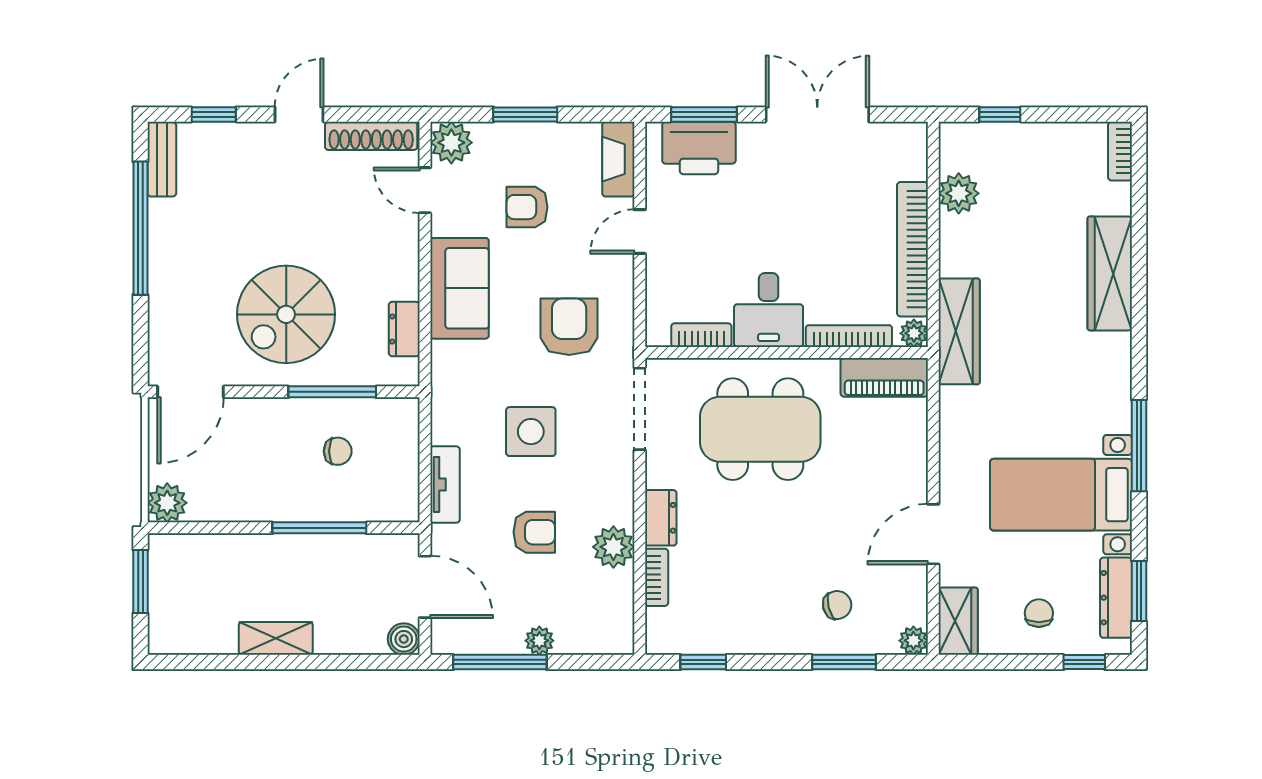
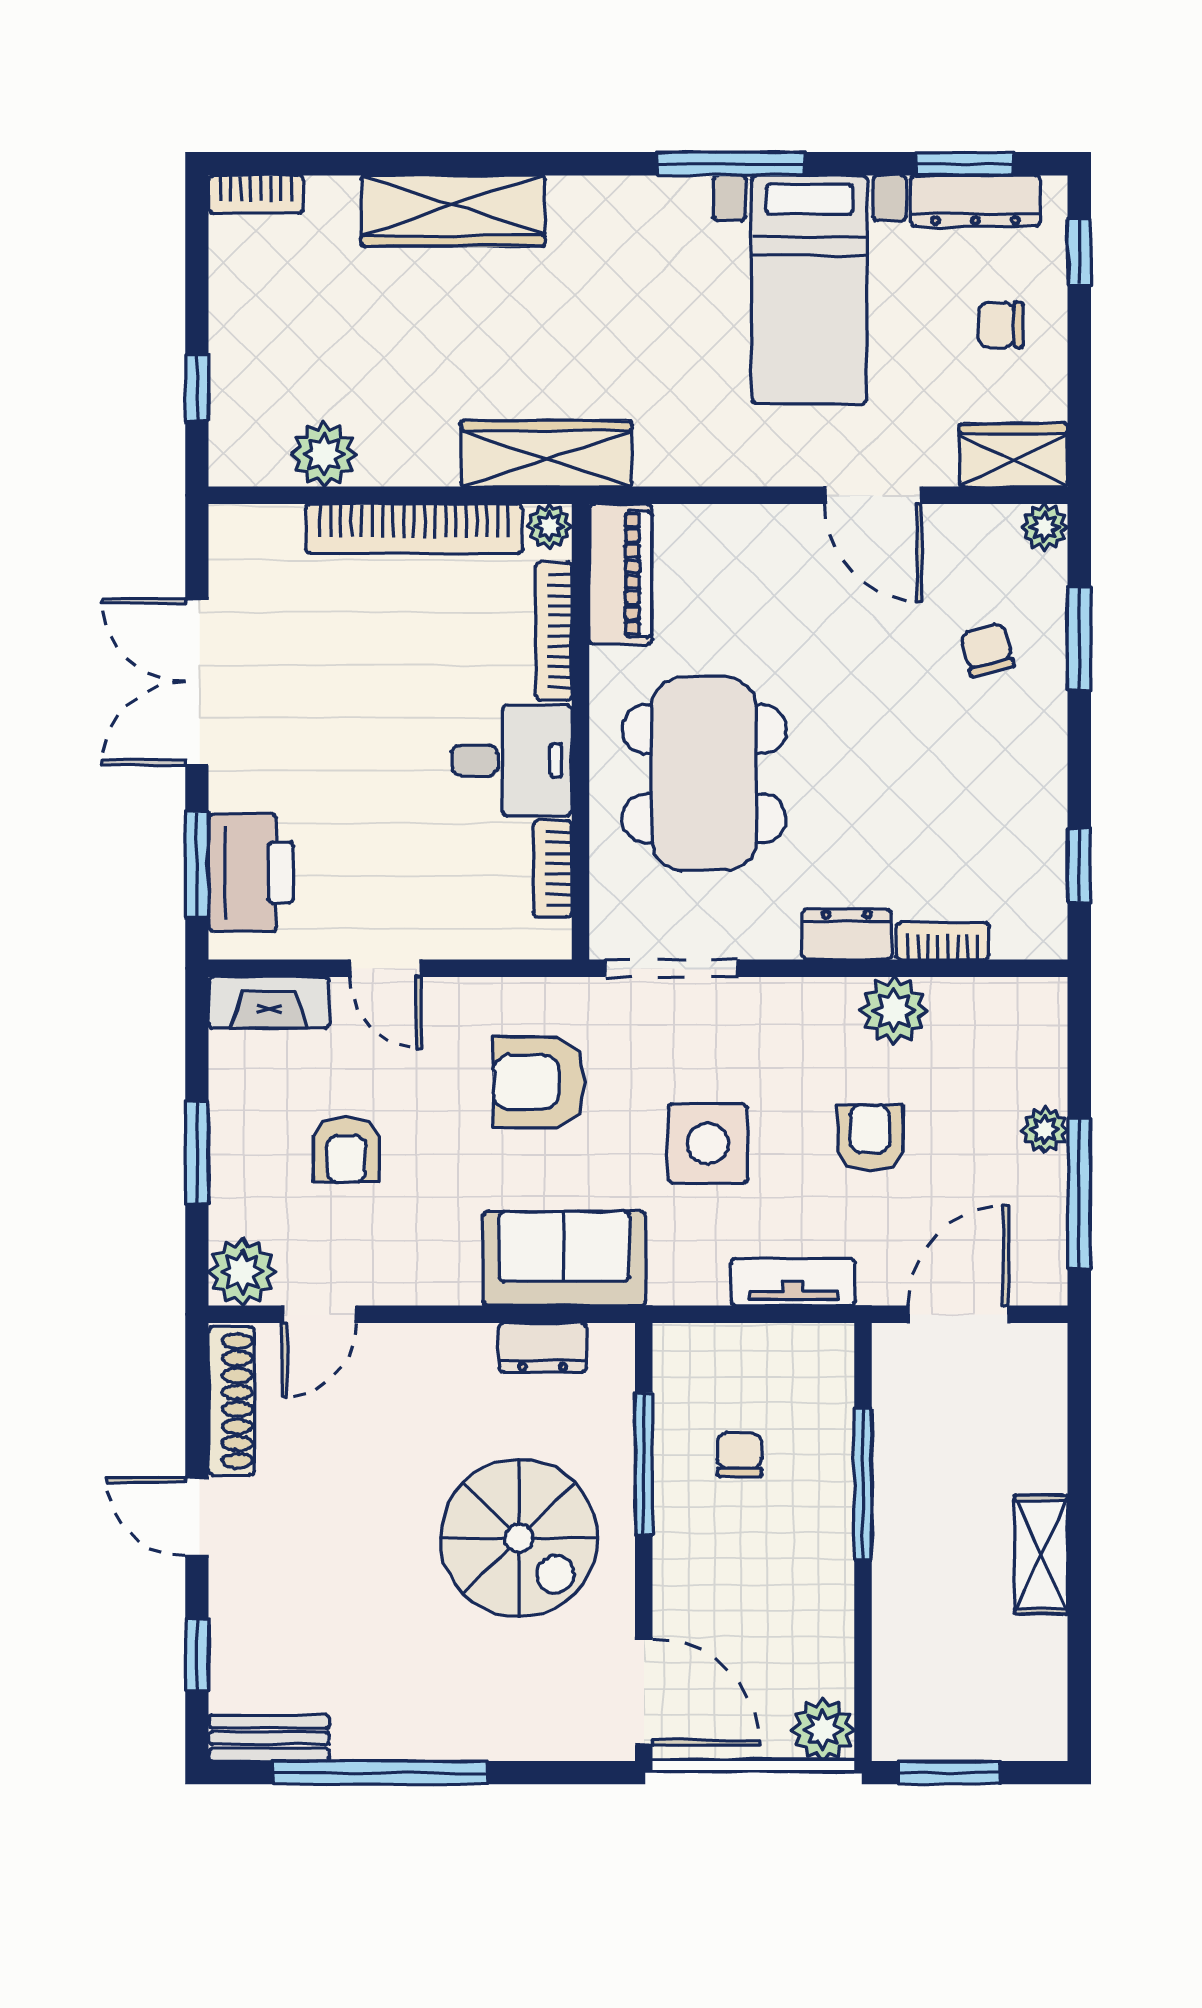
sofa: (460, 288) -> (564, 1259), moved
boiler: (404, 639) -> (1042, 1348), removed

